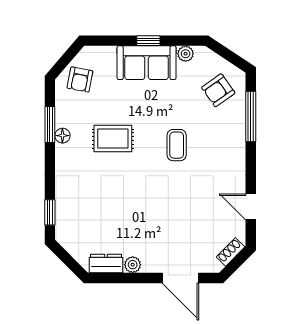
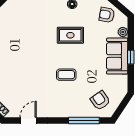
plant: (186, 54) -> (123, 32), moved
rug: (113, 139) -> (70, 35), turned 90

